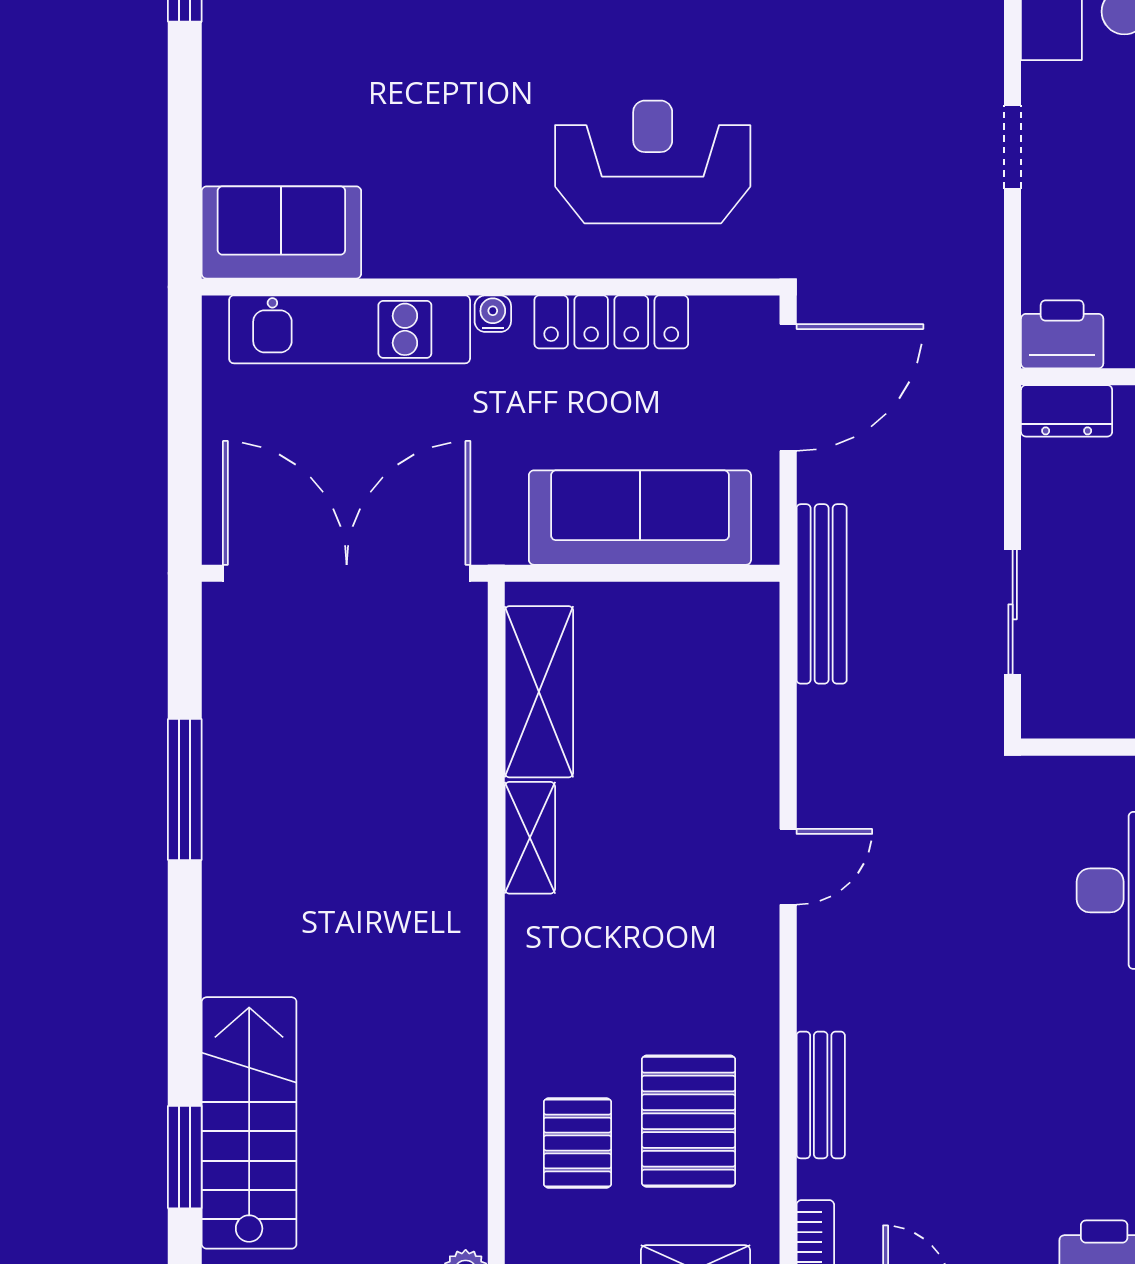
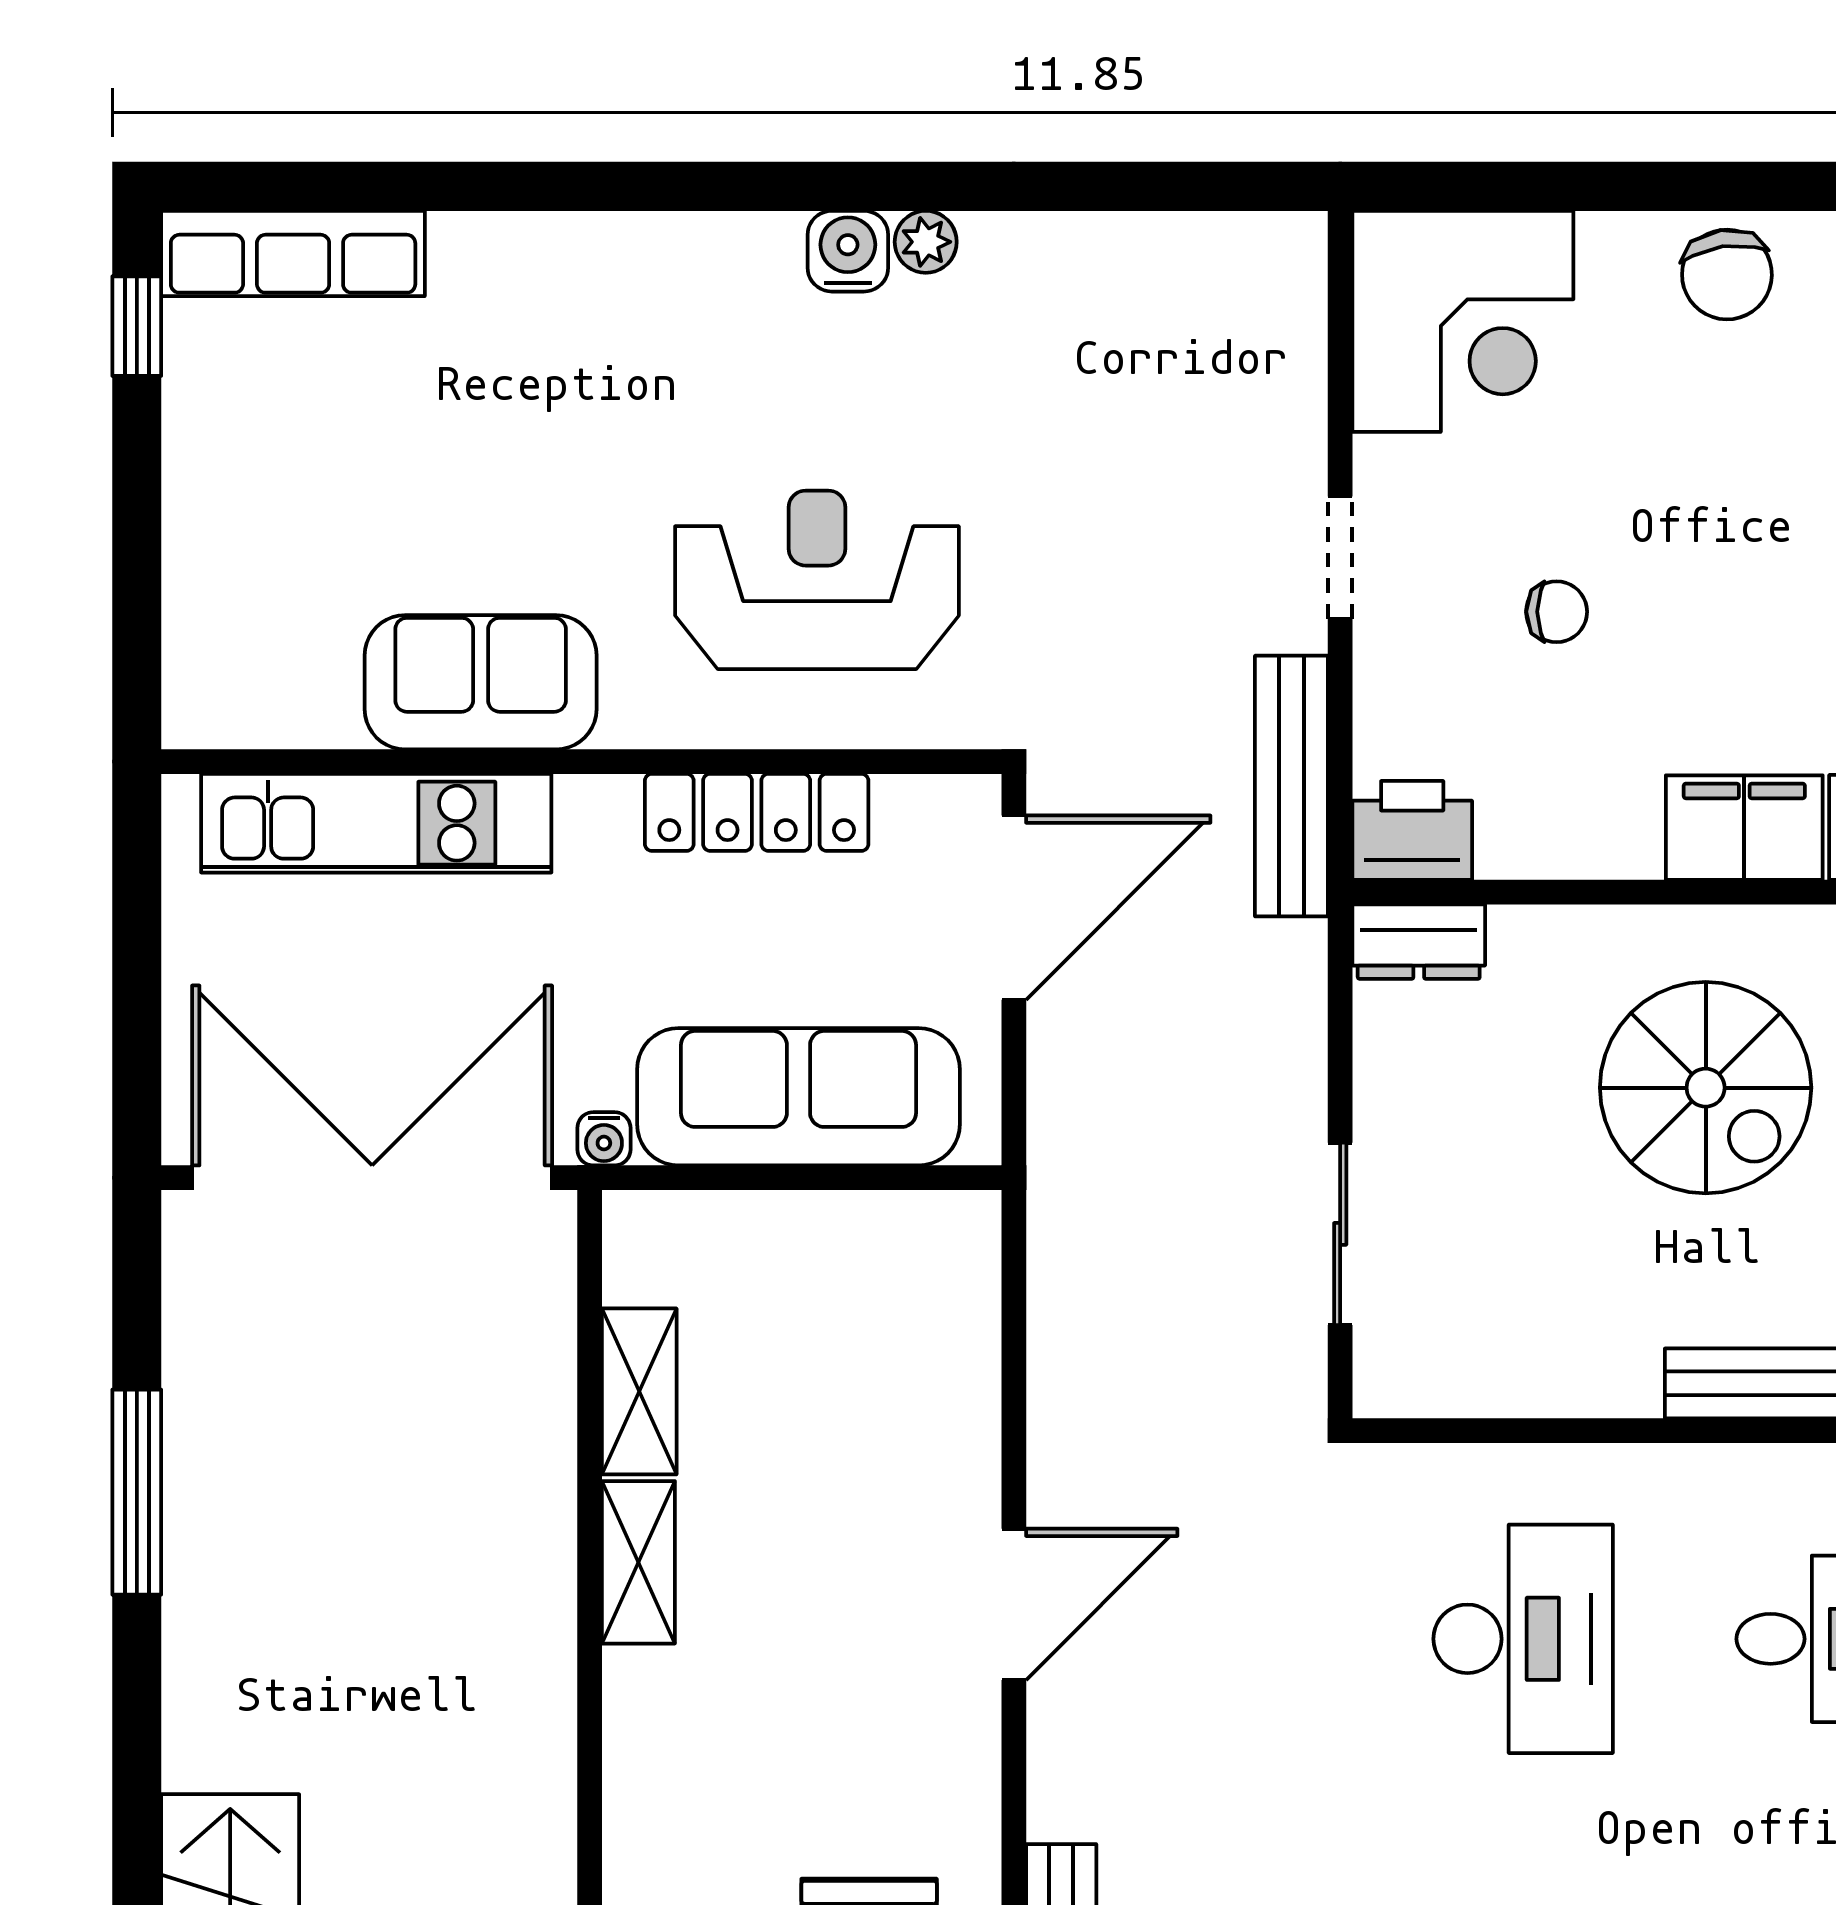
sofa: (281, 232) -> (481, 682), moved
water cooler: (493, 314) -> (604, 1139), moved, turned 180
bench: (822, 594) -> (1291, 786), moved
shelving: (539, 692) -> (639, 1391), width x0.67, depth x0.75
door: (788, 867) -> (1014, 1604), width x1.38

